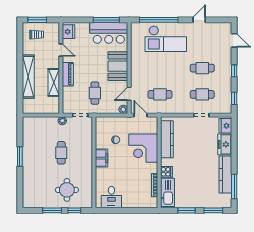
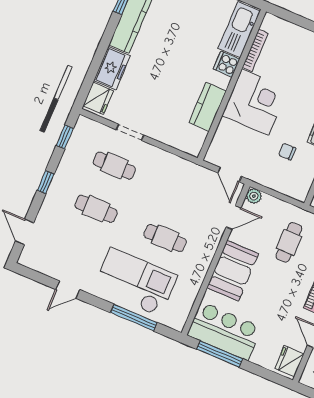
window: (159, 20) -> (134, 318), width x0.68
cafe table: (160, 94) -> (165, 238), moved
kitchen counter: (167, 139) -> (208, 107), width x0.67
corner desk: (143, 148) -> (255, 102), moved

